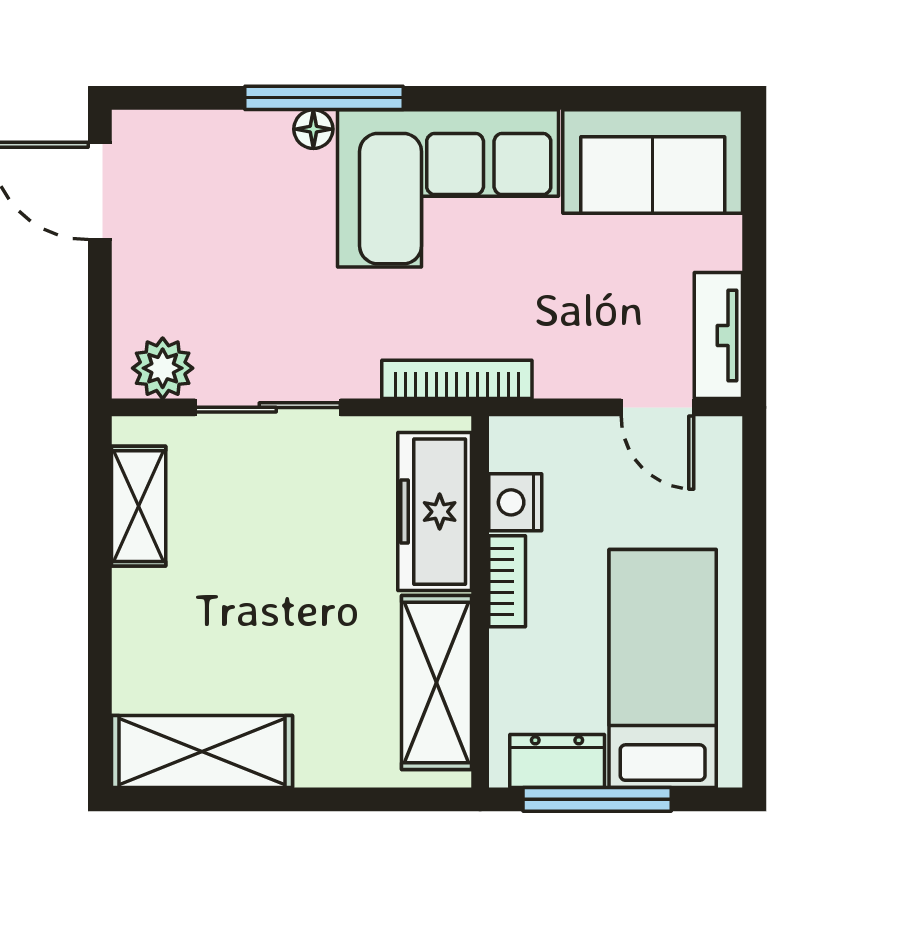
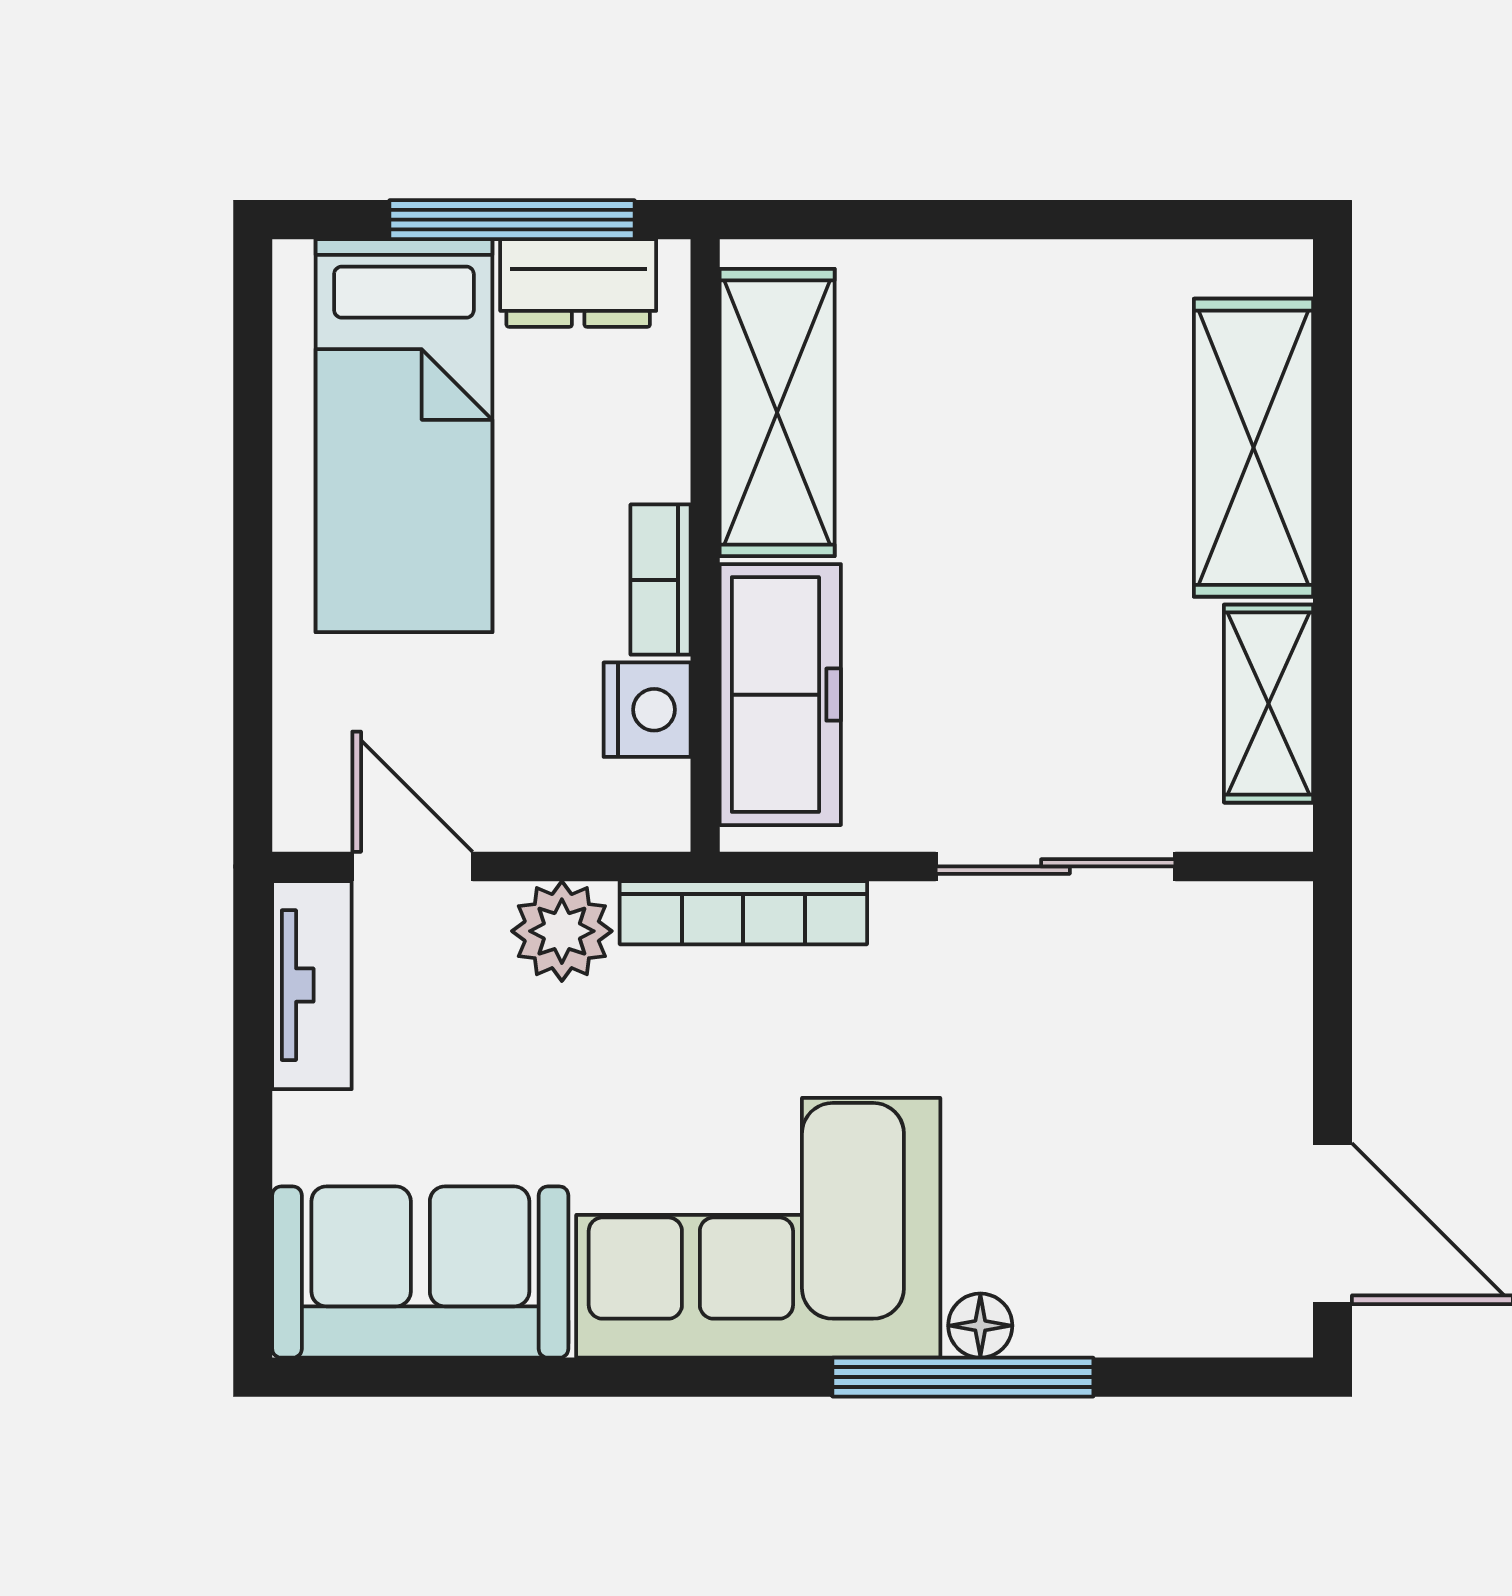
plant: (163, 368) -> (562, 931), moved
shelving: (202, 751) -> (1253, 448), moved, turned 90

